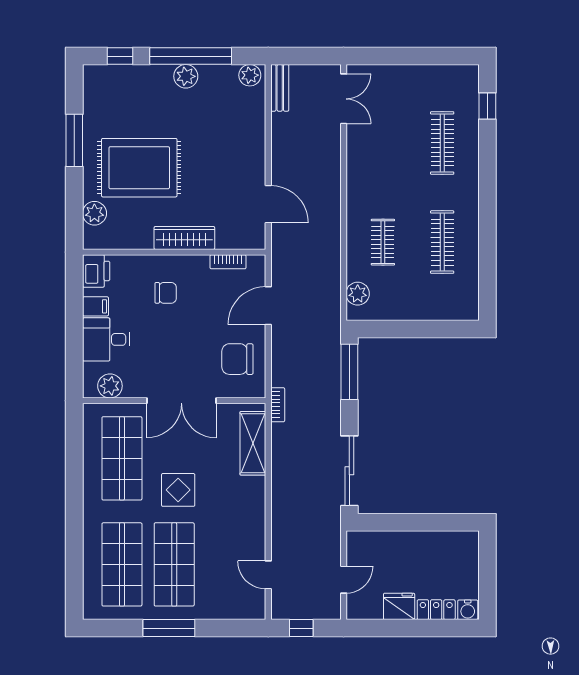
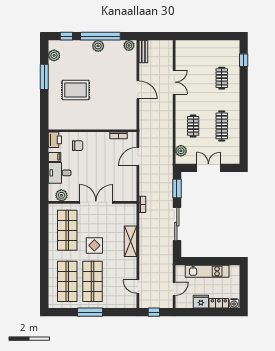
double door: (344, 99) -> (174, 82), moved
clothes rail: (442, 143) -> (222, 78), width x0.73
rug: (139, 168) -> (76, 90), width x0.73, depth x0.69
door: (268, 204) -> (138, 90), moved
plant: (94, 213) -> (54, 55), moved
wardrobe: (184, 238) -> (97, 124), removed
chair: (166, 293) -> (78, 146), moved
double door: (415, 329) -> (208, 168), added
chair: (237, 359) -> (123, 182), removed
window: (349, 372) -> (177, 189), width x0.69
double door: (181, 401) -> (96, 202), swing flipped
shelving: (253, 443) -> (130, 241), moved
sliding door: (349, 471) -> (177, 224), moved
kitchen unit: (412, 543) -> (207, 271), added

